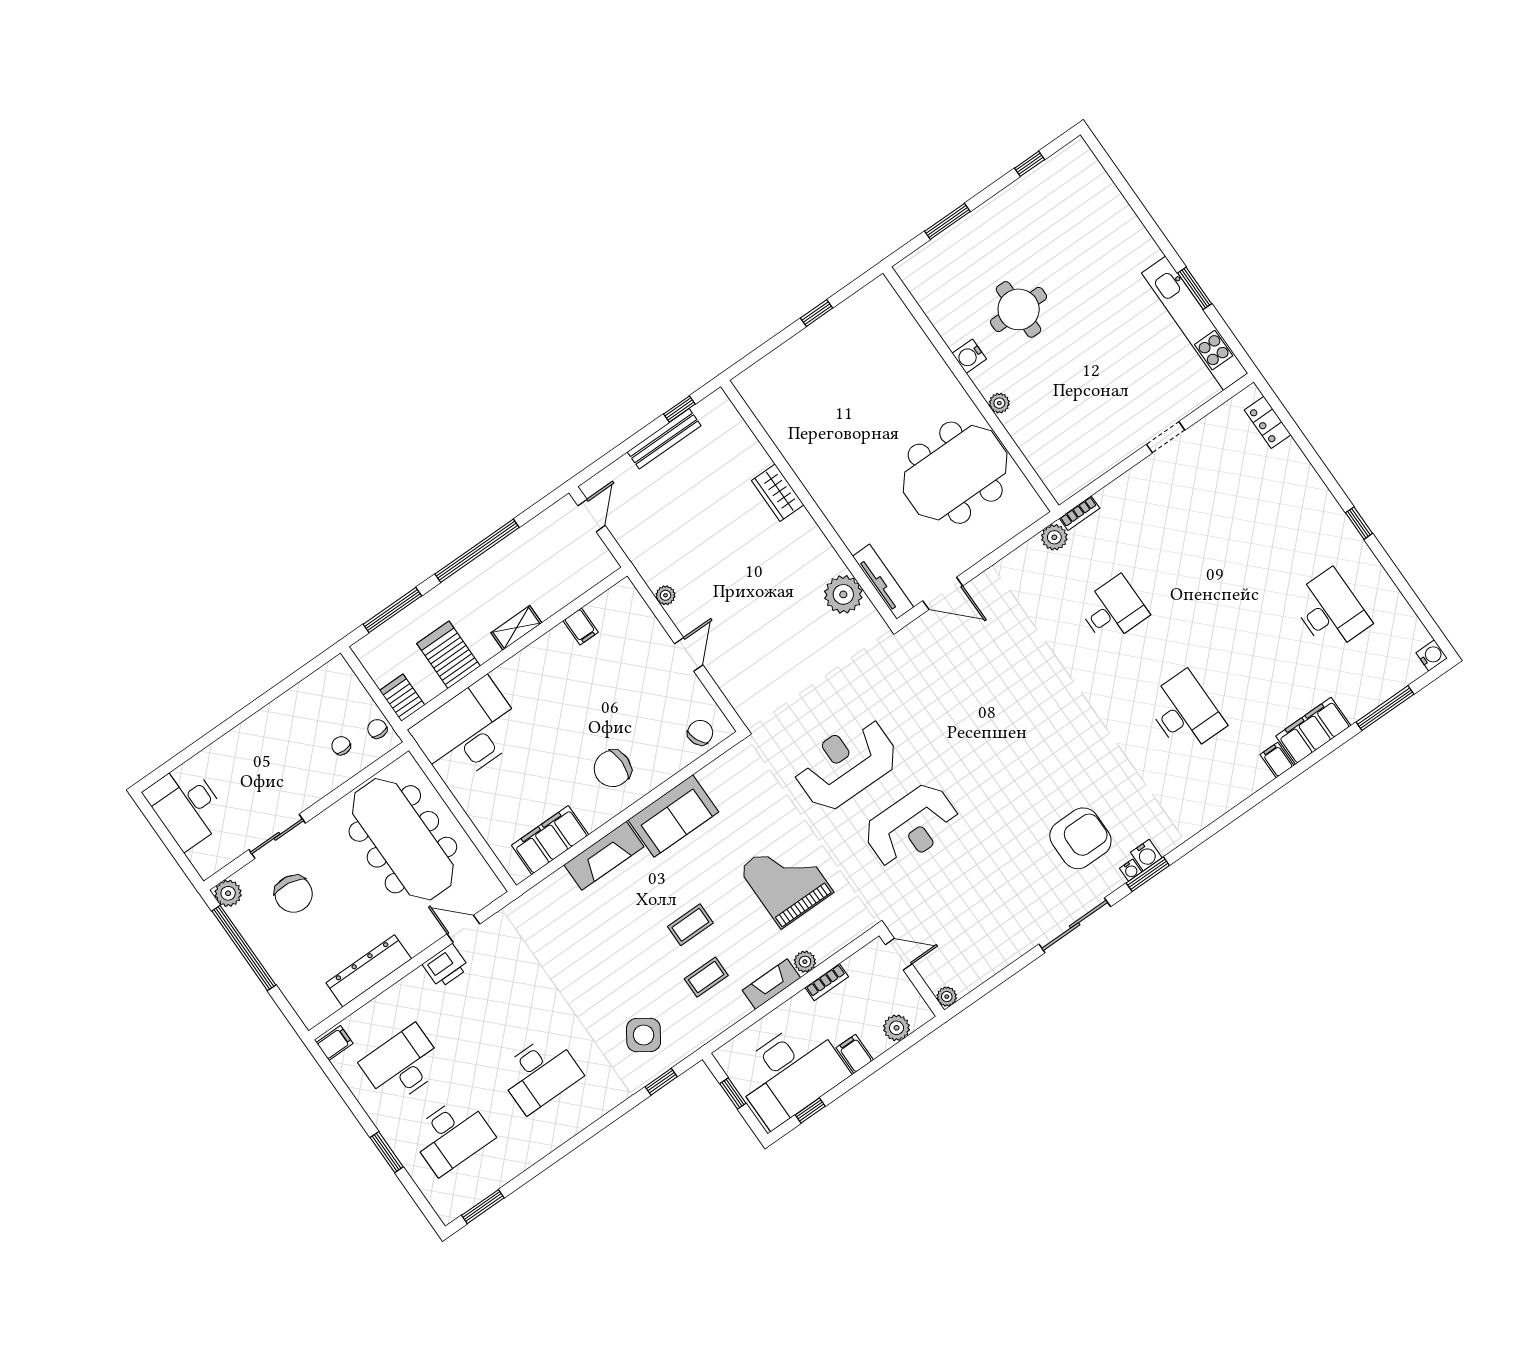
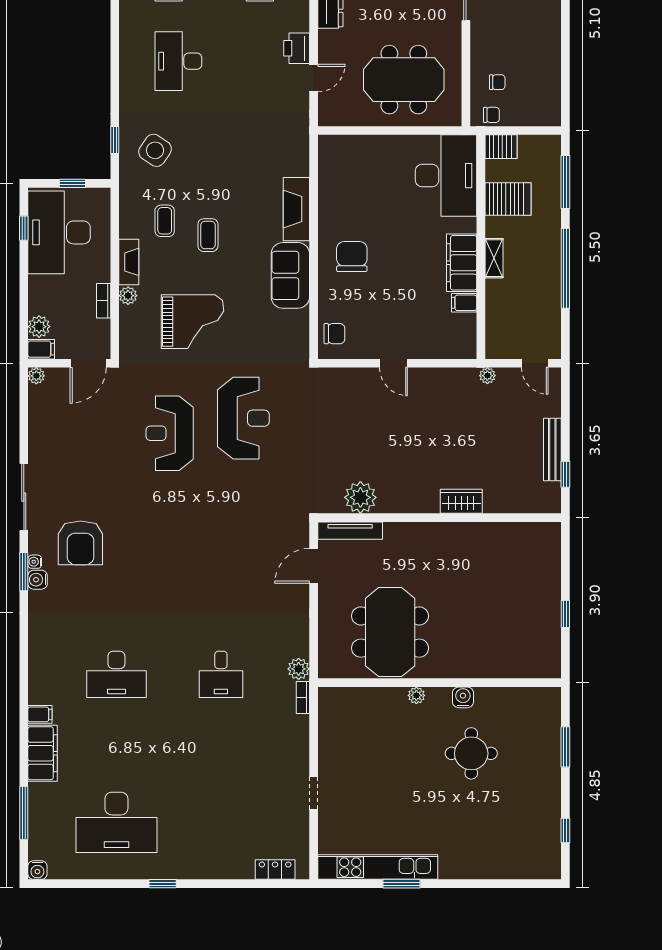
plant: (666, 595) -> (487, 376), moved
desk: (1330, 611) -> (116, 822), width x1.36, depth x1.30
chair: (700, 733) -> (334, 334), turned -67
meeting table: (403, 839) -> (404, 80), width x0.73
filing cabinet: (550, 840) -> (462, 263), moved, turned 180
door: (899, 954) -> (88, 363), width x1.38
filing cabinet: (855, 1054) -> (41, 349), moved

